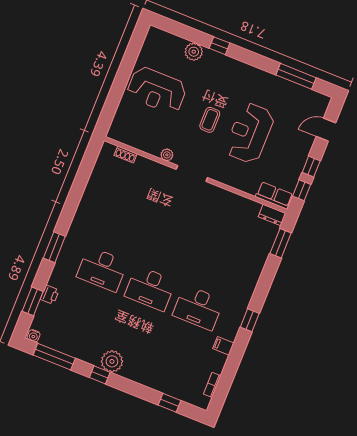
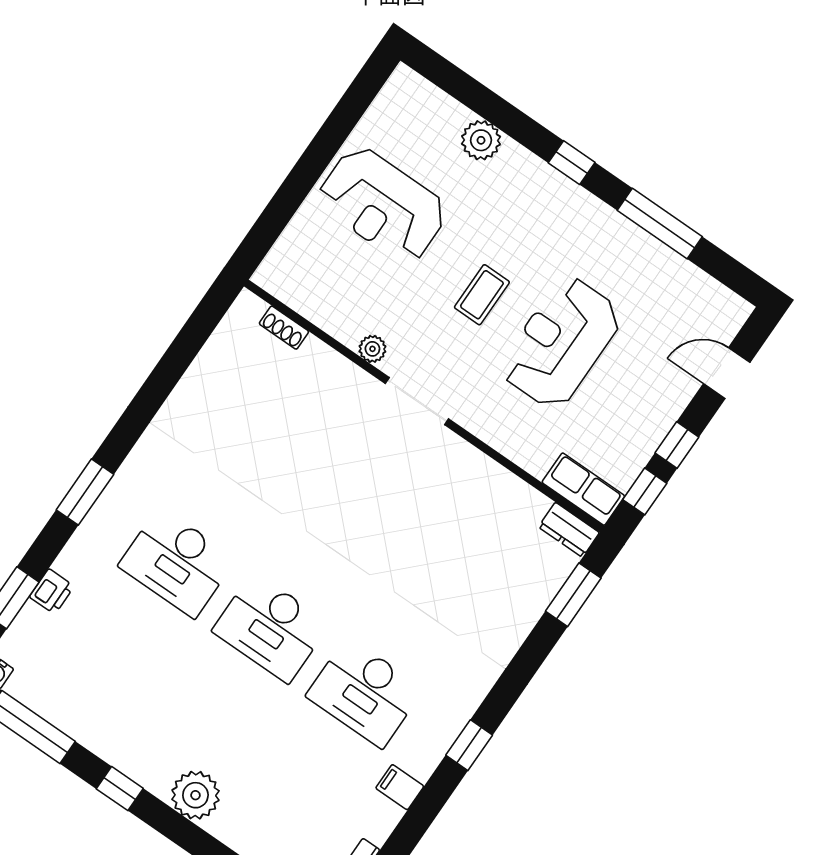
window: (219, 46) -> (572, 163), moved
window: (296, 76) -> (660, 224), moved
plant: (112, 361) -> (195, 795), moved

